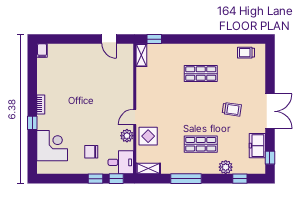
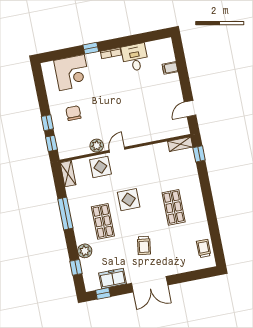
filing cabinet: (42, 51) -> (170, 68), moved
display table: (185, 115) -> (129, 200), added
door: (135, 117) -> (117, 150), hinge flipped
desk: (121, 162) -> (135, 57), moved, turned 180

